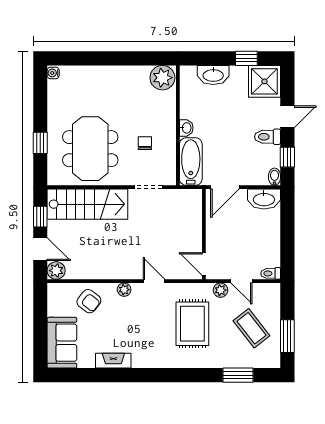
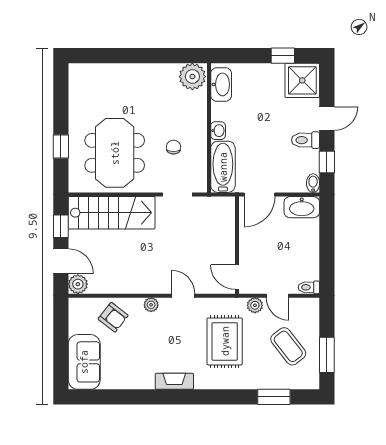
water cooler: (53, 73) -> (75, 71), removed
washbasin: (213, 75) -> (221, 84), moved, turned -90
fireplace: (113, 361) -> (174, 381), moved

